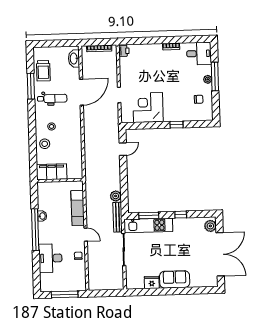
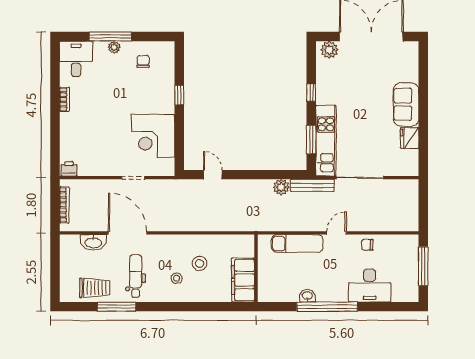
washbasin: (74, 59) -> (93, 242), moved
stool: (45, 144) -> (200, 263), moved

